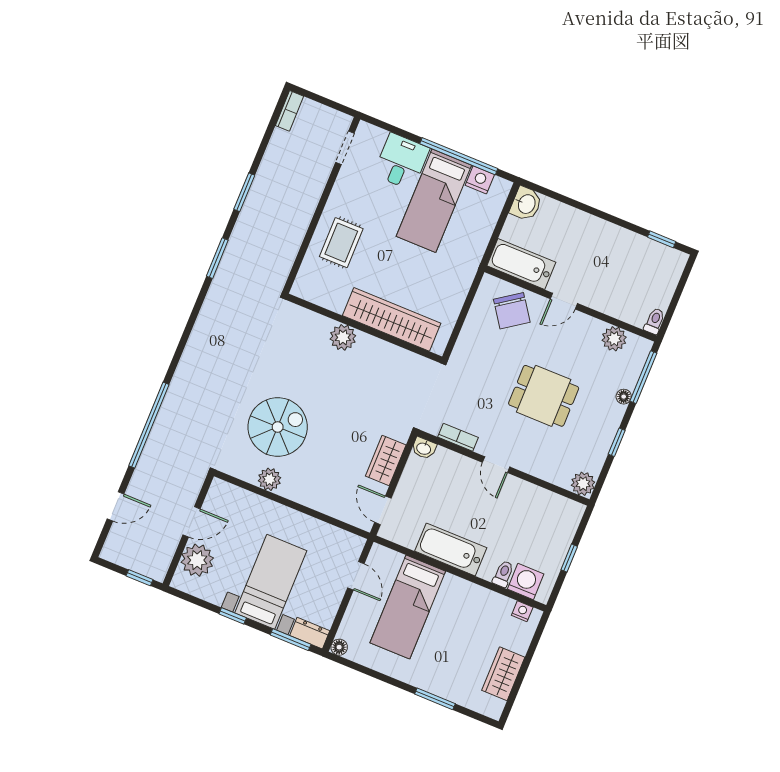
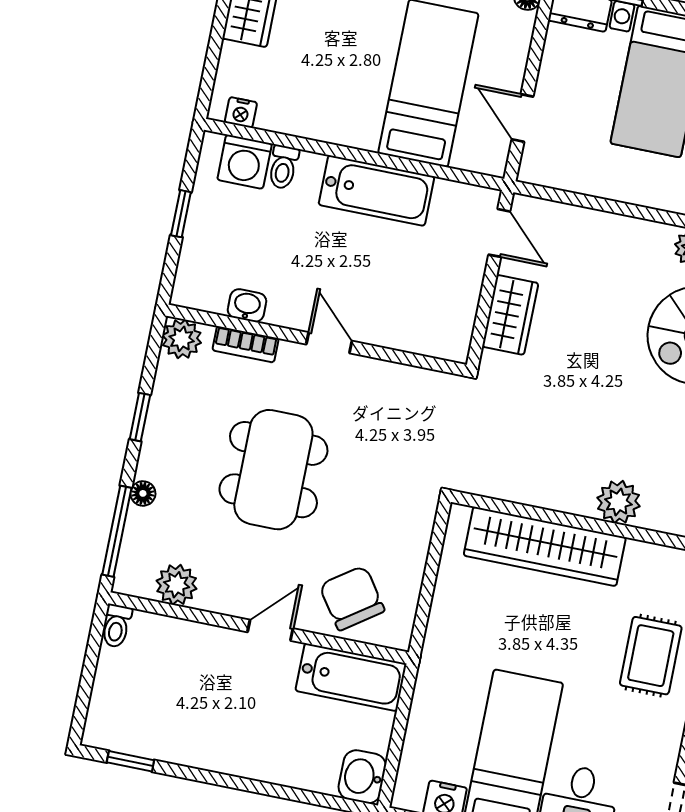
dining table: (544, 396) -> (273, 470), width x1.38
bookcase: (458, 437) -> (245, 344), moved
washbasin: (424, 448) -> (247, 305), moved

